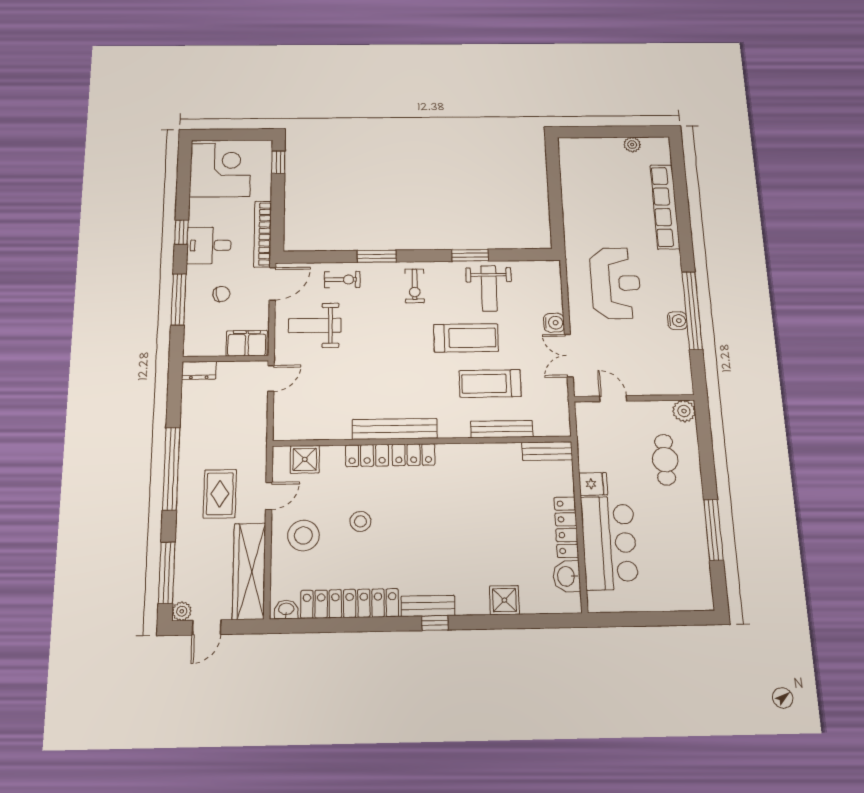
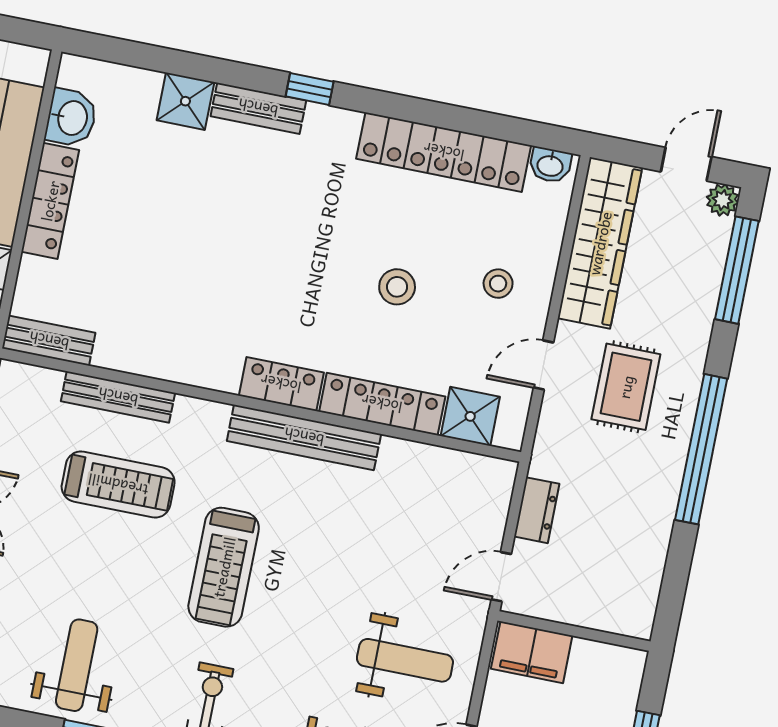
treadmill: (466, 338) -> (224, 567), moved, turned -90
dresser: (199, 370) -> (537, 510), moved, turned 90
locker: (367, 455) -> (382, 404), width x1.53
stool: (303, 535) -> (498, 284), width x0.53, depth x0.53
bench: (428, 606) -> (258, 108), moved

